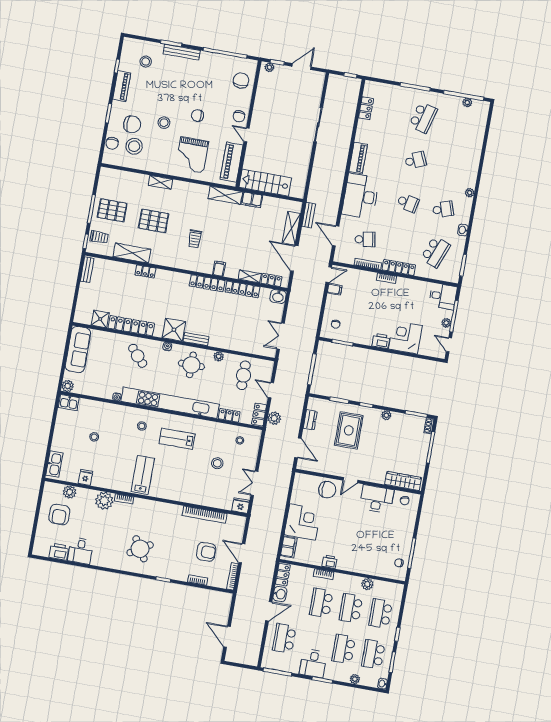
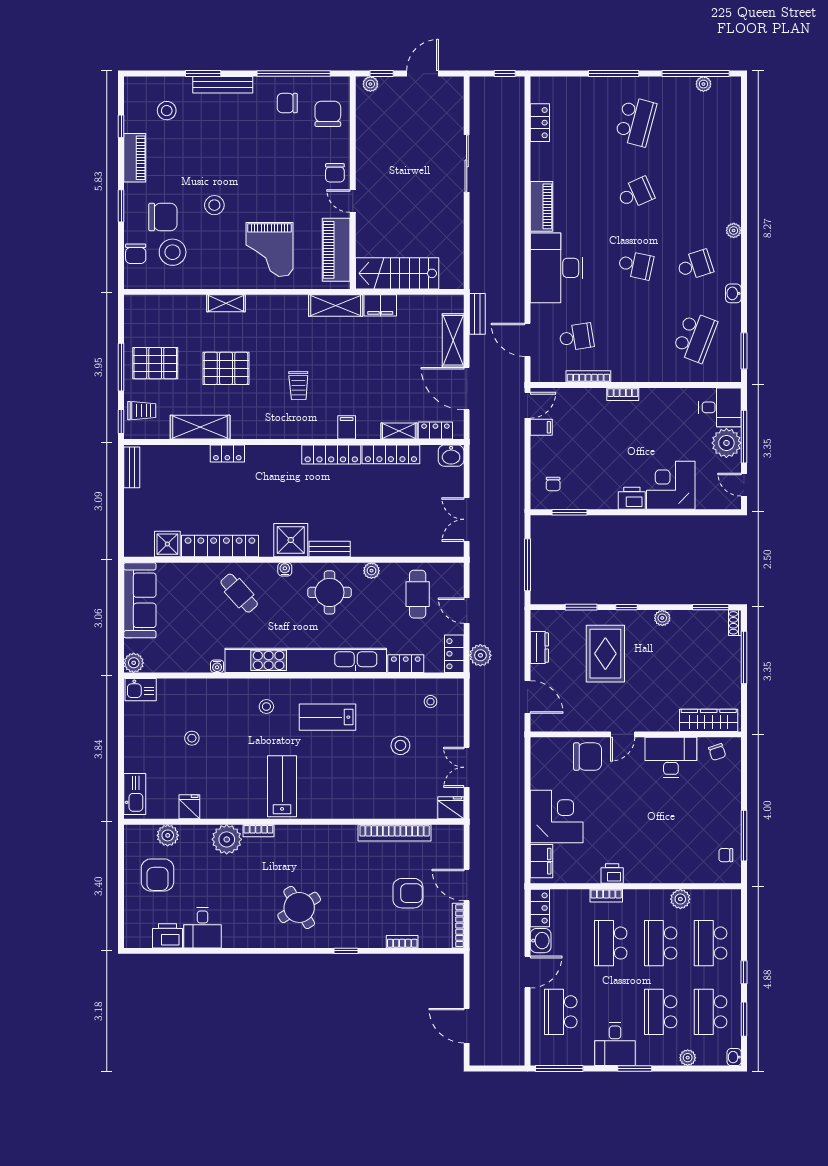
chair: (198, 116) -> (287, 103), moved
locker: (399, 267) -> (640, 373), removed
plant: (446, 323) -> (726, 443), width x1.87, depth x1.87

